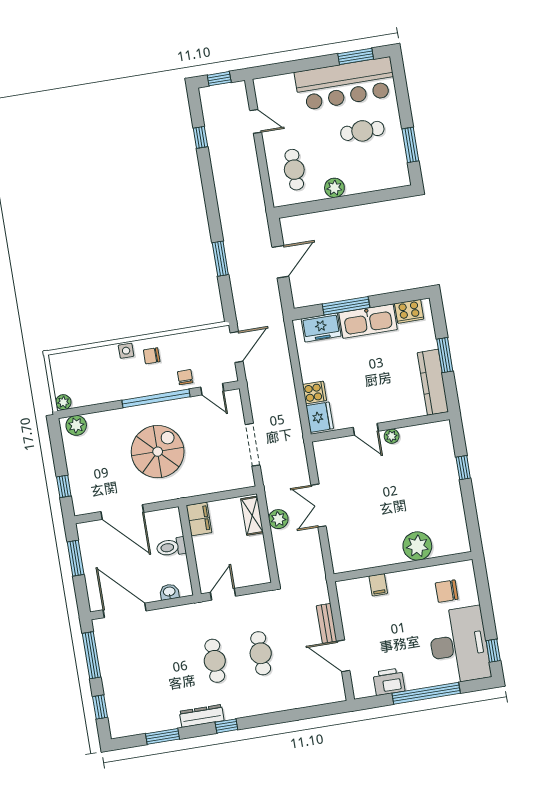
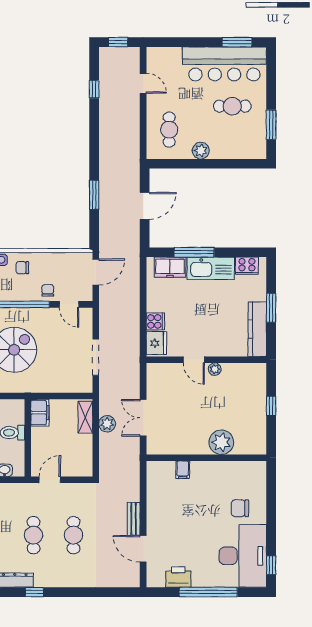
plant: (417, 546) -> (221, 442), moved
wall: (403, 567) -> (206, 458), moved
filing cabinet: (378, 585) -> (183, 470), moved

